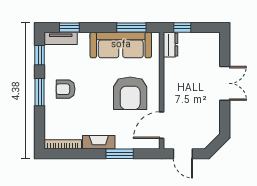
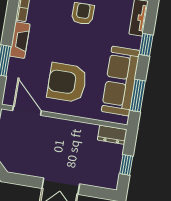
window: (69, 27) -> (146, 45), moved
window: (182, 27) -> (126, 165), moved

